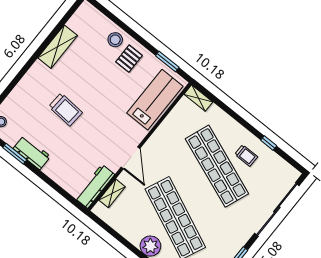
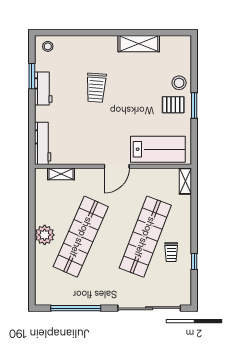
window: (167, 61) -> (194, 105), moved
door: (131, 158) -> (117, 166), moved
workbench: (95, 186) -> (43, 143), moved, turned 90

